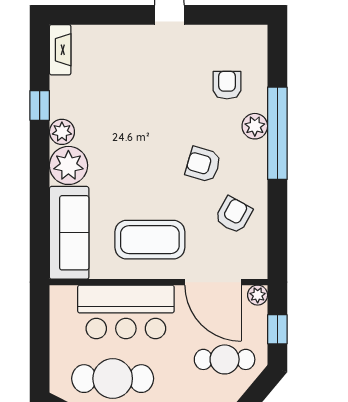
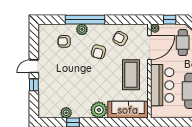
window: (126, 15) -> (34, 85), added
fireplace: (60, 50) -> (49, 114), removed
plant: (62, 132) -> (66, 113), moved

